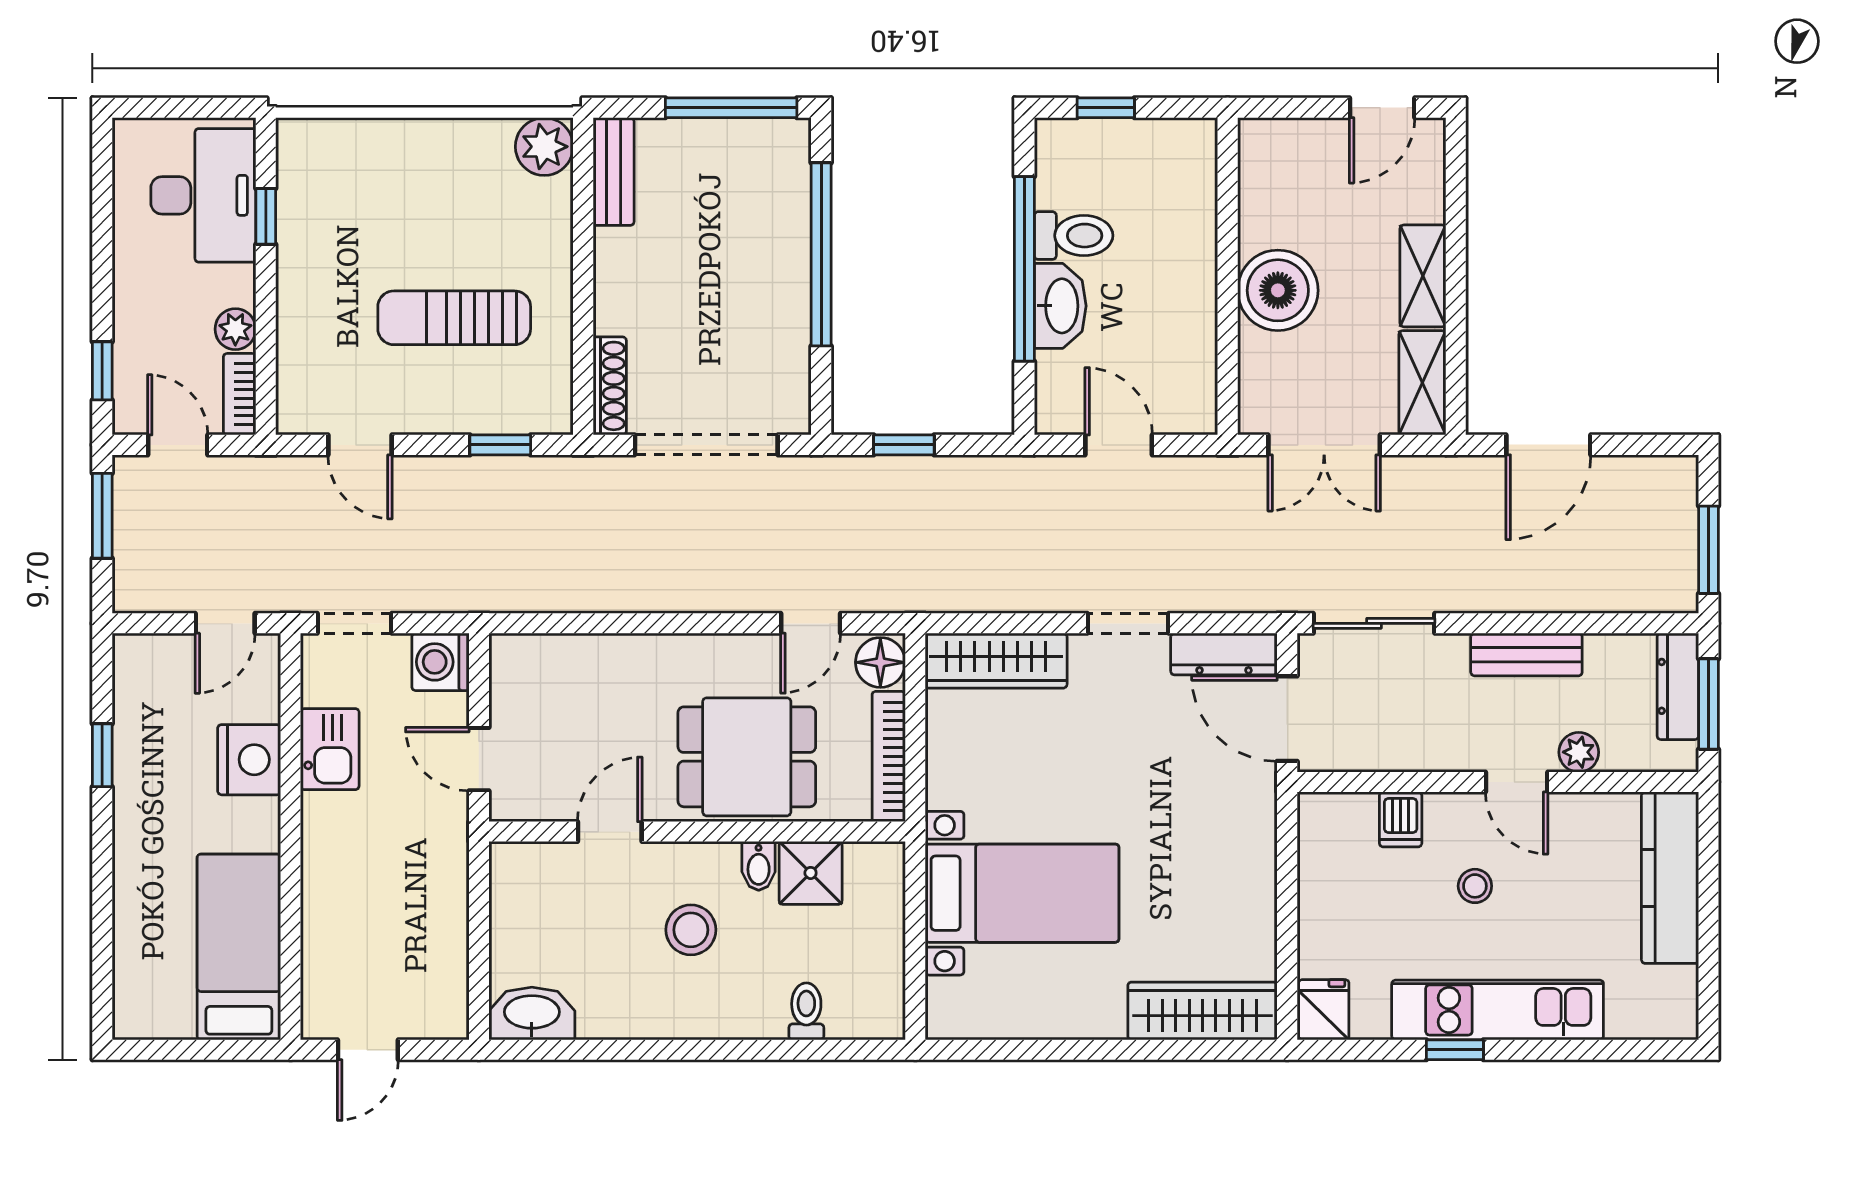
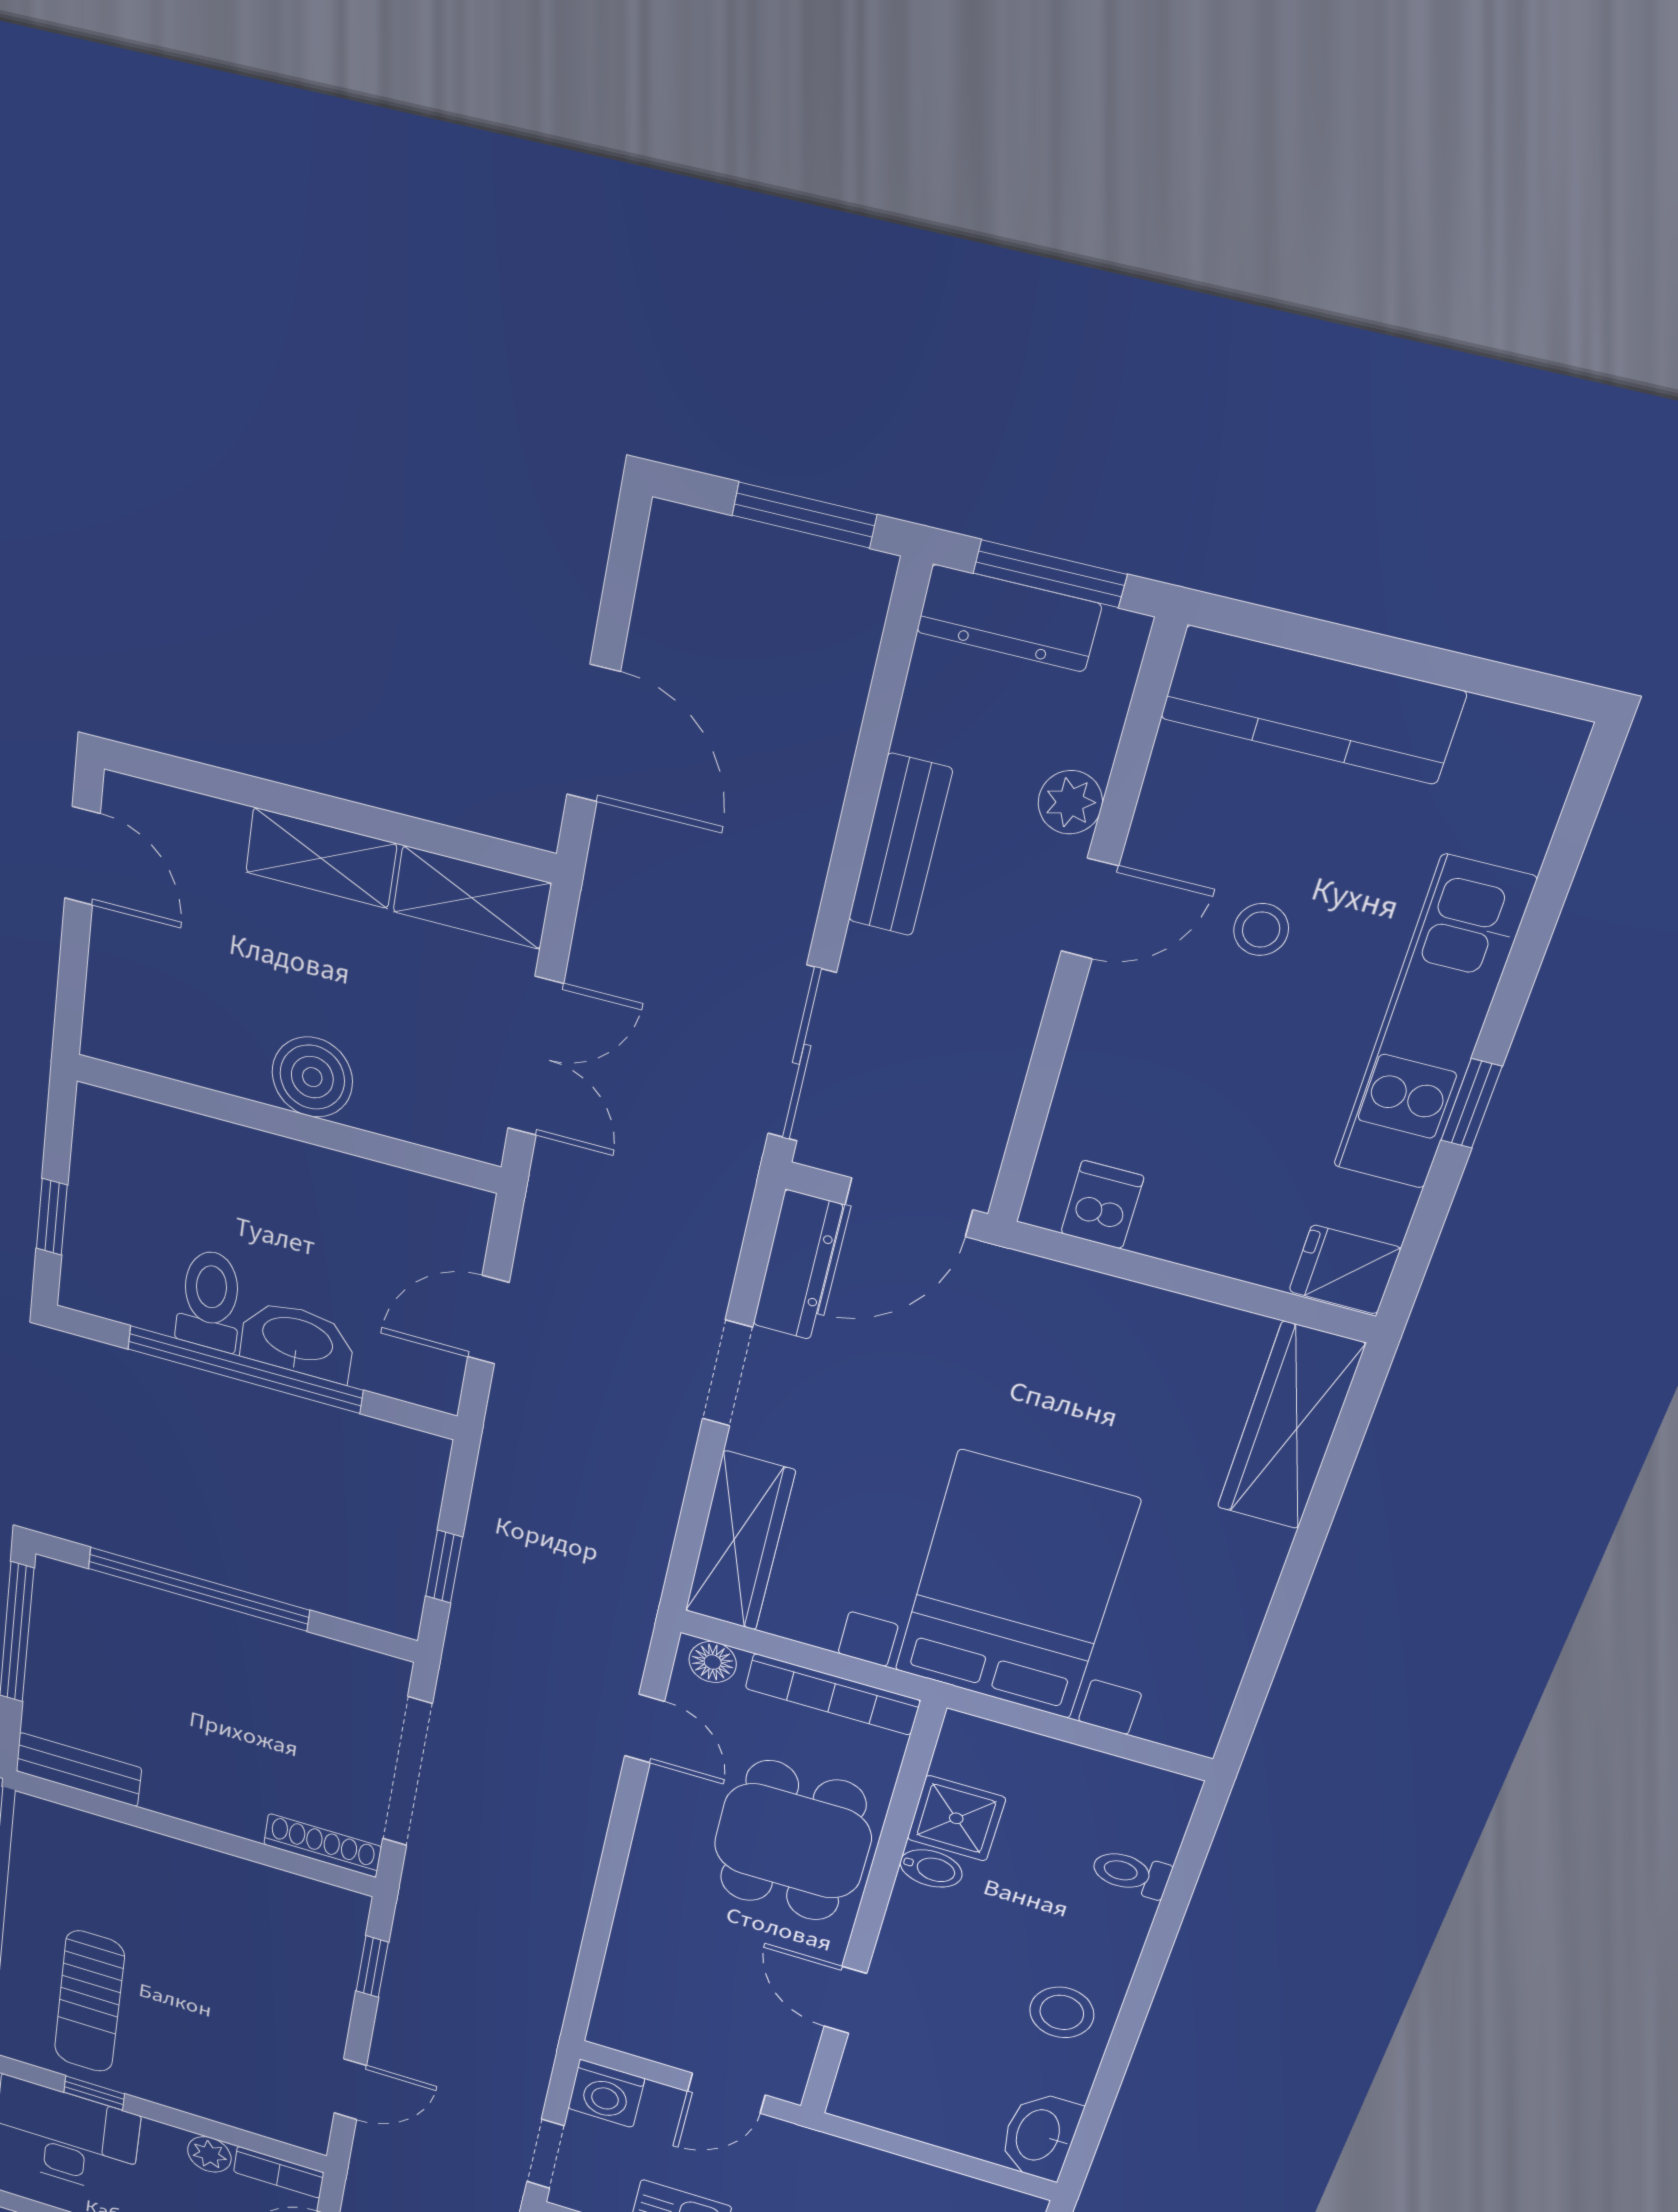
plant: (544, 147) -> (44, 1827), removed
boiler: (1278, 290) -> (312, 1077), width x0.73, depth x0.73
sun lounger: (454, 318) -> (89, 2002), moved
floor lamp: (880, 662) -> (713, 1662), width x0.73, depth x0.73
dishwasher: (1401, 819) -> (1102, 1205), moved, turned -90
stool: (1475, 886) -> (1261, 930), moved
bed with nightstands: (1022, 893) -> (1015, 1586), width x1.36
stool: (691, 930) -> (1062, 2012), moved

